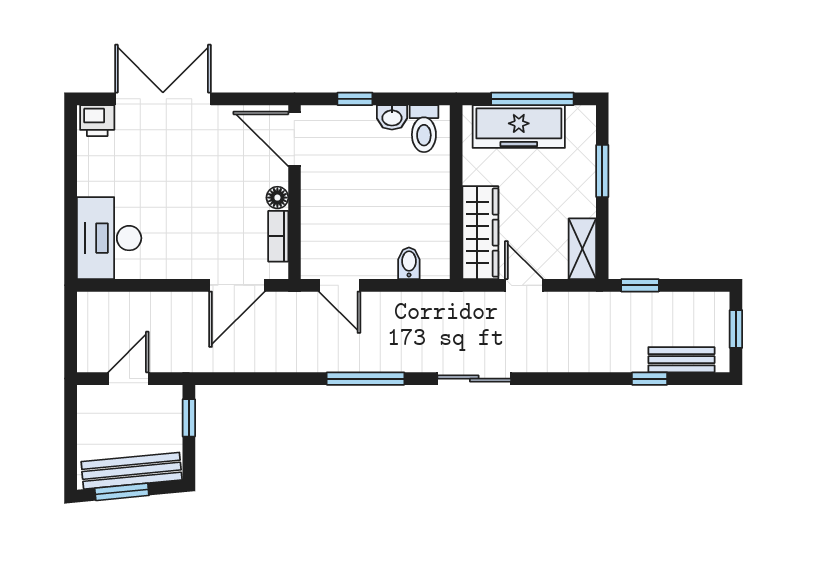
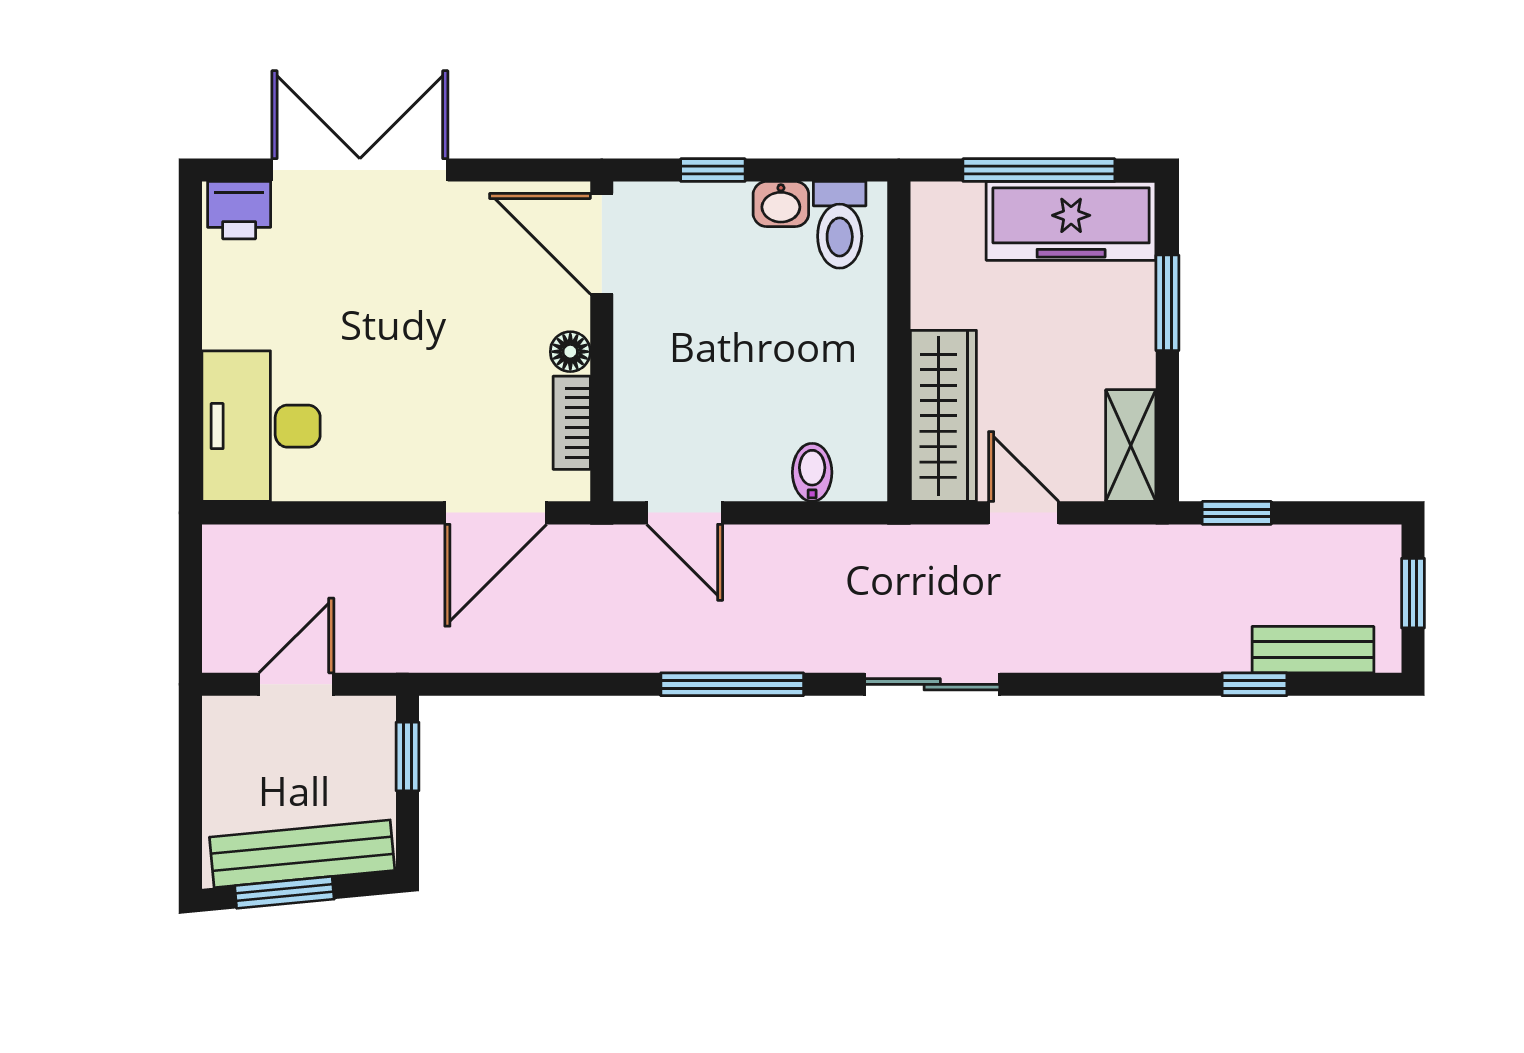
freezer: (519, 126) -> (1071, 221), moved

